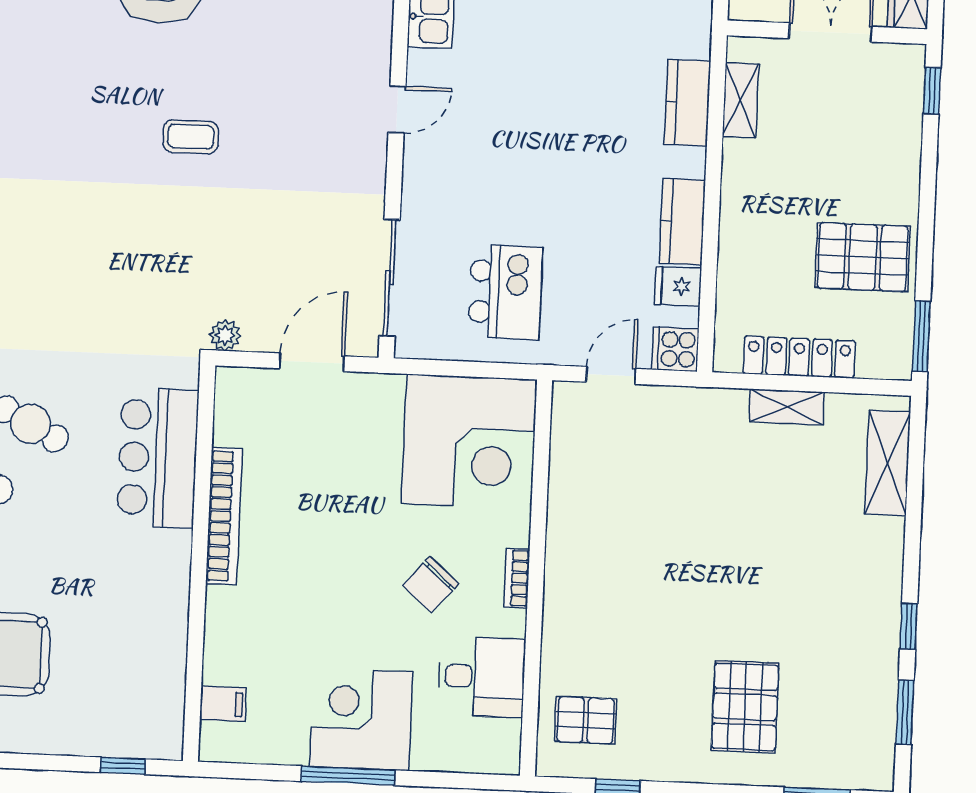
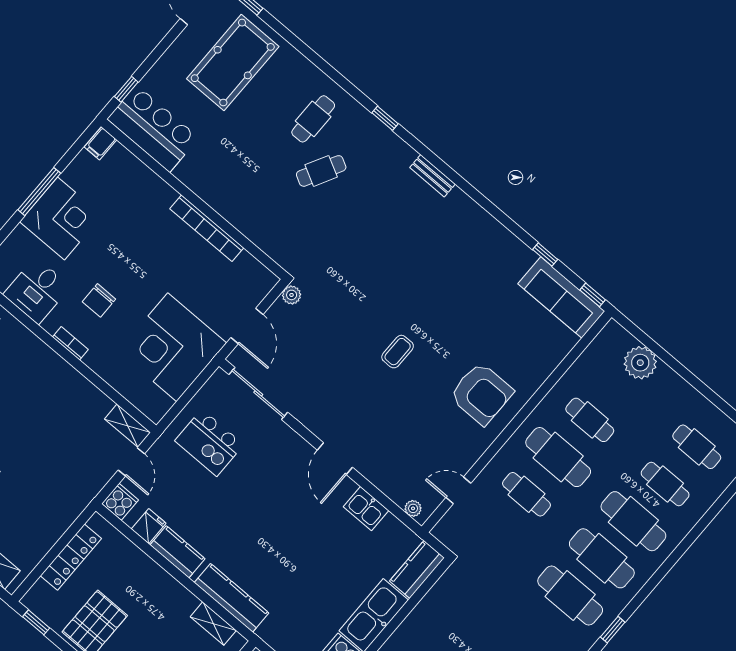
kitchen counter: (687, 103) -> (232, 598), width x1.50
door: (397, 109) -> (335, 459), width x1.38
window: (921, 336) -> (36, 622), width x0.67
shelving: (787, 407) -> (127, 426), moved, turned 90
corner desk: (469, 442) -> (172, 347), moved
bar counter: (158, 458) -> (153, 129), moved
chair: (431, 584) -> (99, 300), turned -131
filing cabinet: (223, 704) -> (101, 143), moved

